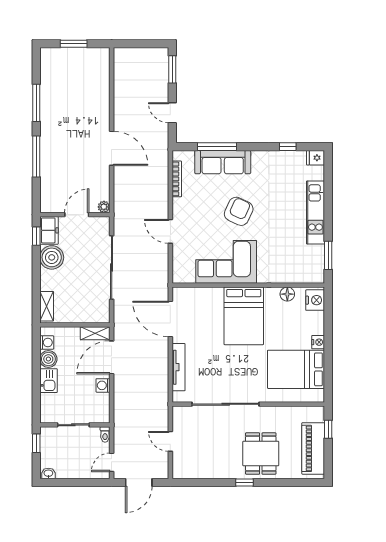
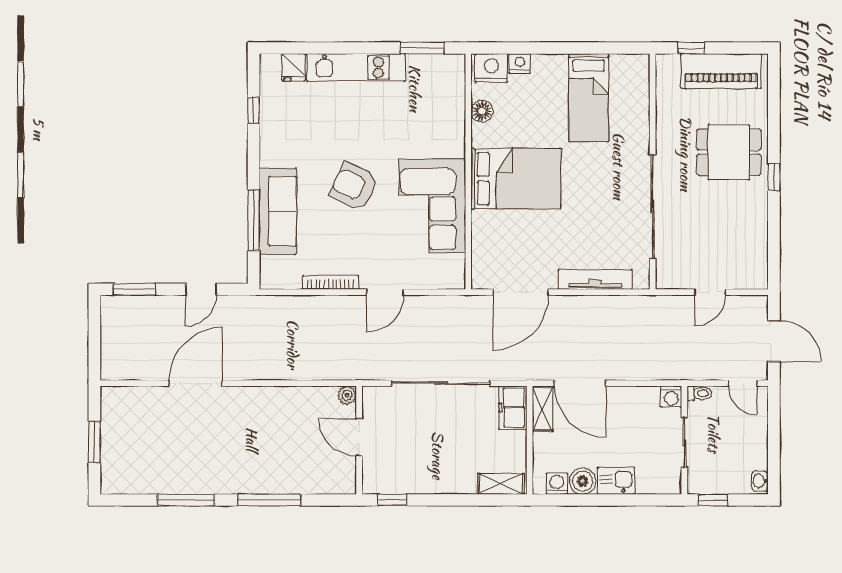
door: (112, 148) -> (195, 383), moved
fridge: (316, 158) -> (293, 67), moved
bookcase: (177, 179) -> (330, 282), moved
freezer: (49, 230) -> (513, 408), moved, turned -90
boiler: (52, 257) -> (425, 476), removed
nightstand: (318, 342) -> (520, 63), moved
bed: (296, 369) -> (589, 98), width x0.67
washing machine: (103, 385) -> (671, 397), moved

